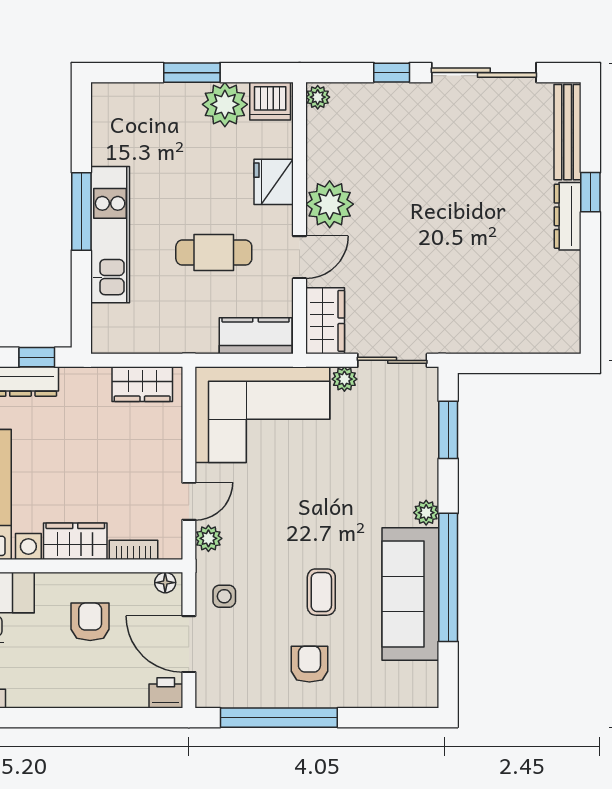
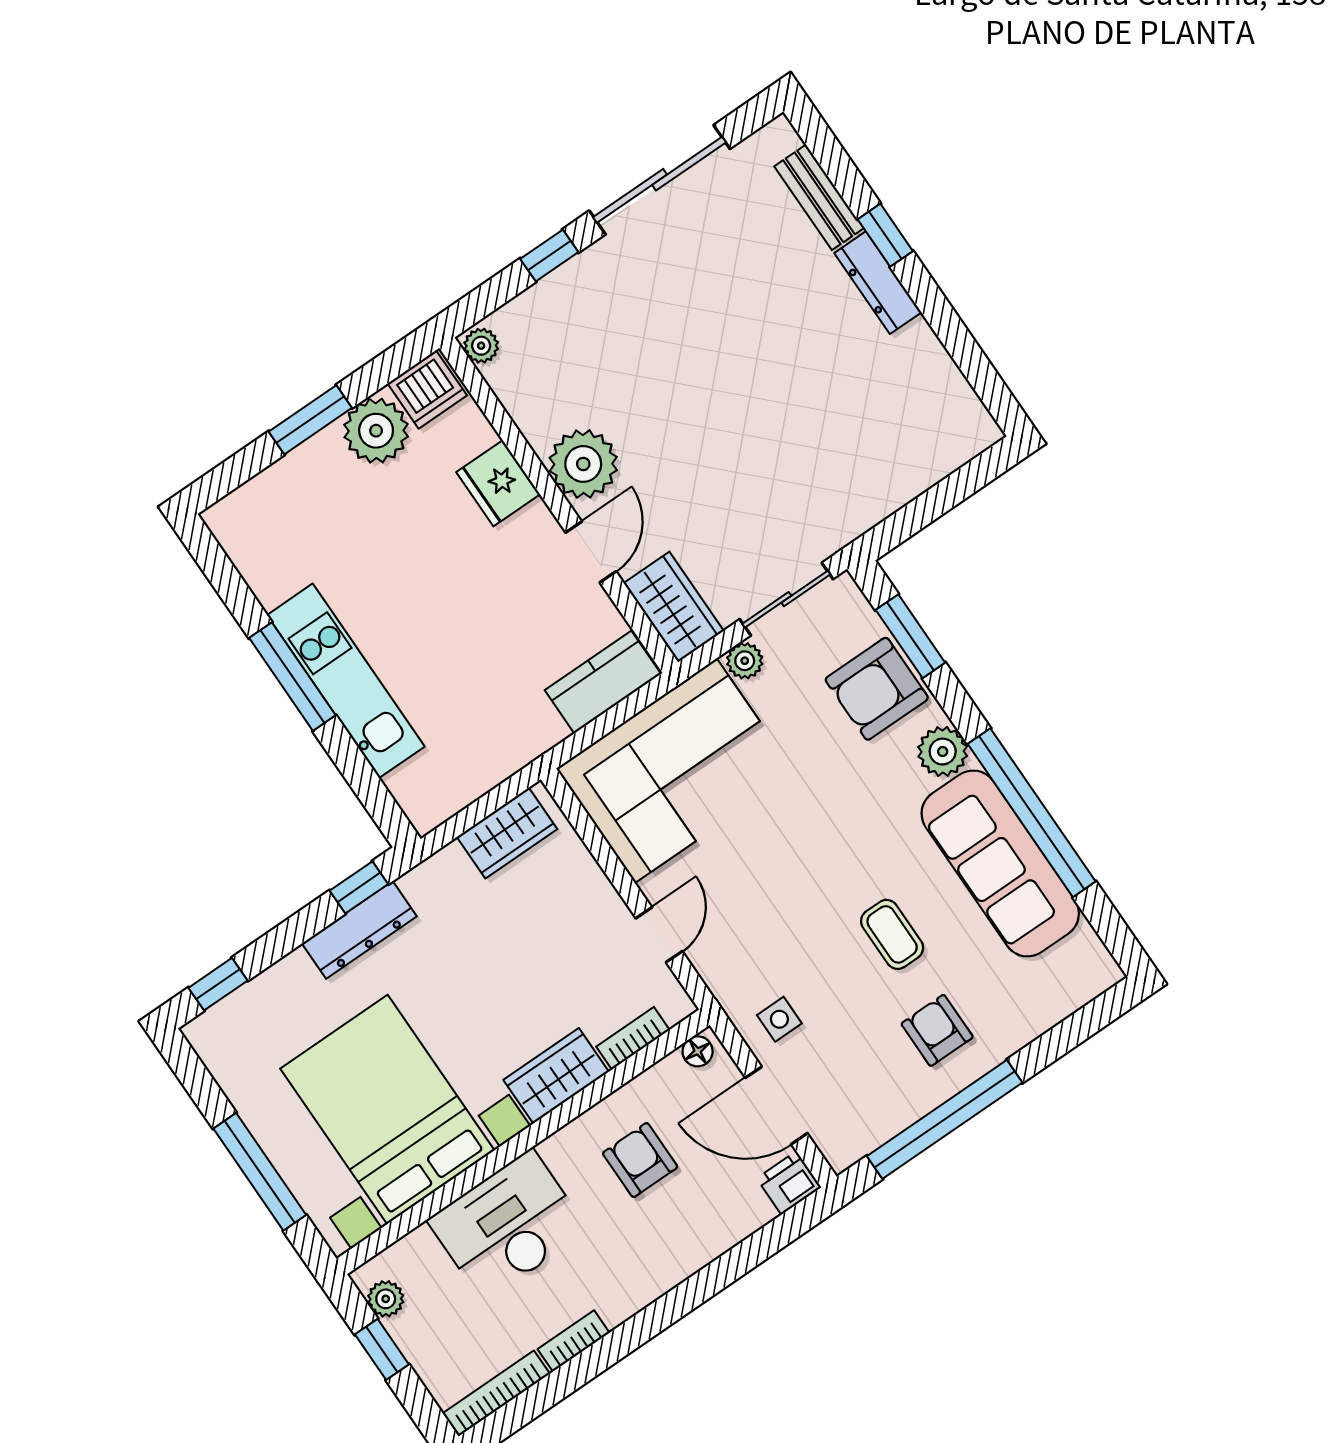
bench: (568, 132) -> (819, 197), width x0.73
cafe table: (214, 253) -> (485, 617), removed
armchair: (409, 447) -> (877, 689), added
plant: (426, 513) -> (943, 752), width x1.38, depth x1.38
plant: (208, 538) -> (713, 963), removed

